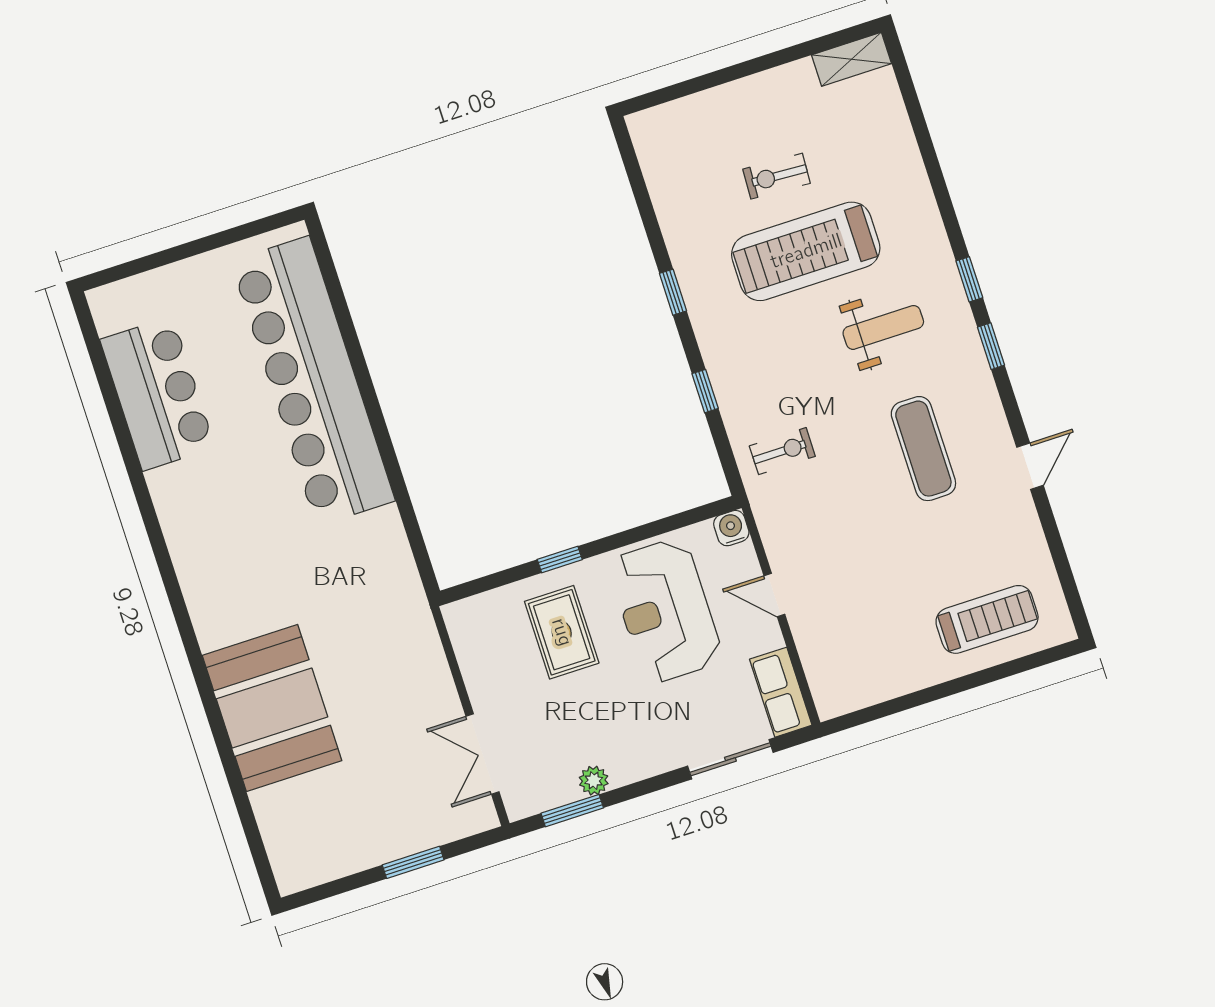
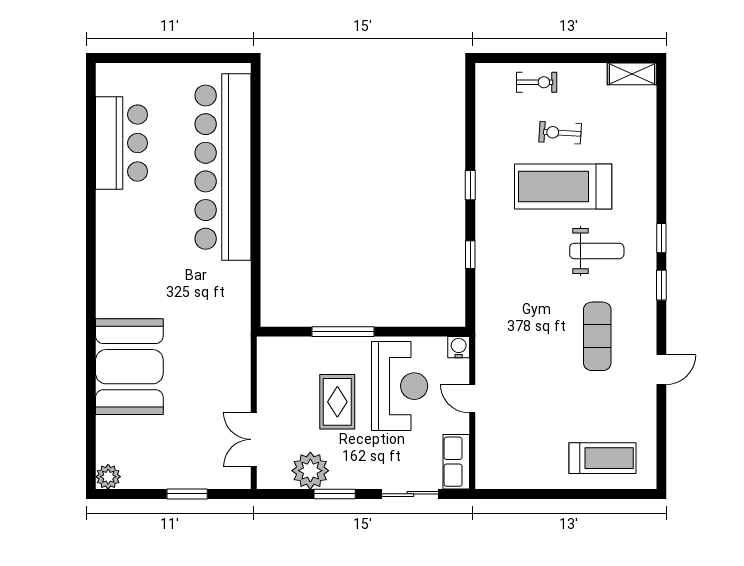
exercise bike: (782, 451) -> (537, 82), moved
window: (560, 559) -> (343, 332), width x2.17
reception desk: (665, 611) -> (400, 386), turned 180
rug: (562, 632) -> (337, 402), moved
plant: (594, 781) -> (310, 471), width x1.87, depth x1.87
window: (572, 811) -> (335, 494), moved
plant: (293, 874) -> (108, 477), added

